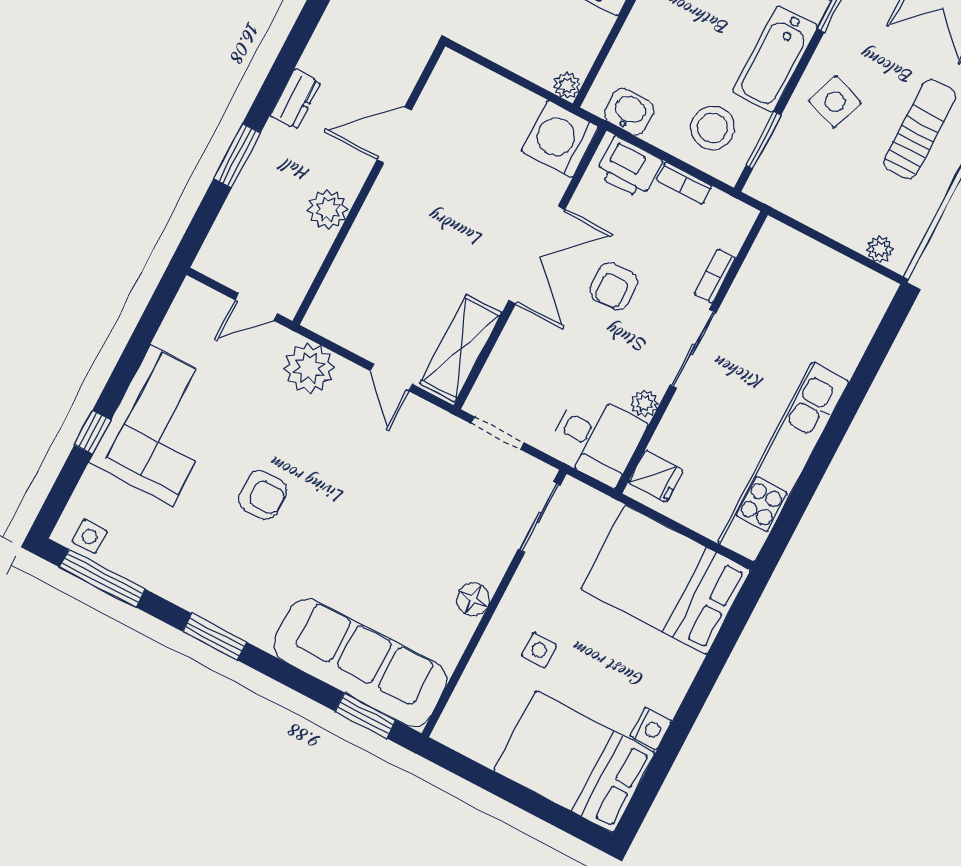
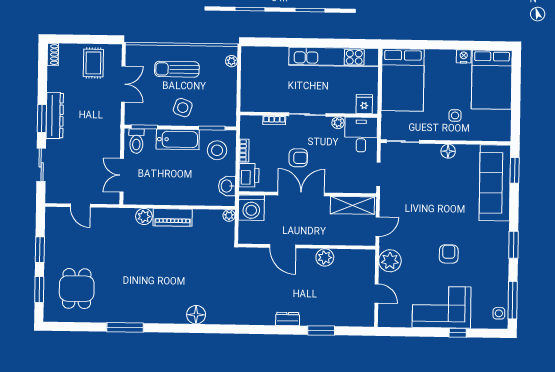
door: (394, 135) -> (283, 246), moved
wall: (369, 184) -> (307, 247), moved
plant: (328, 209) -> (325, 257), moved

